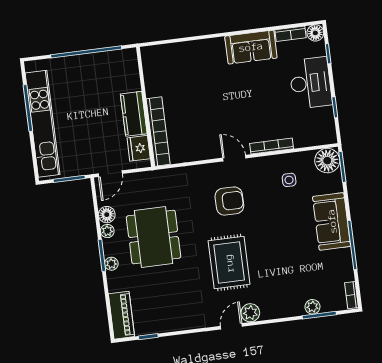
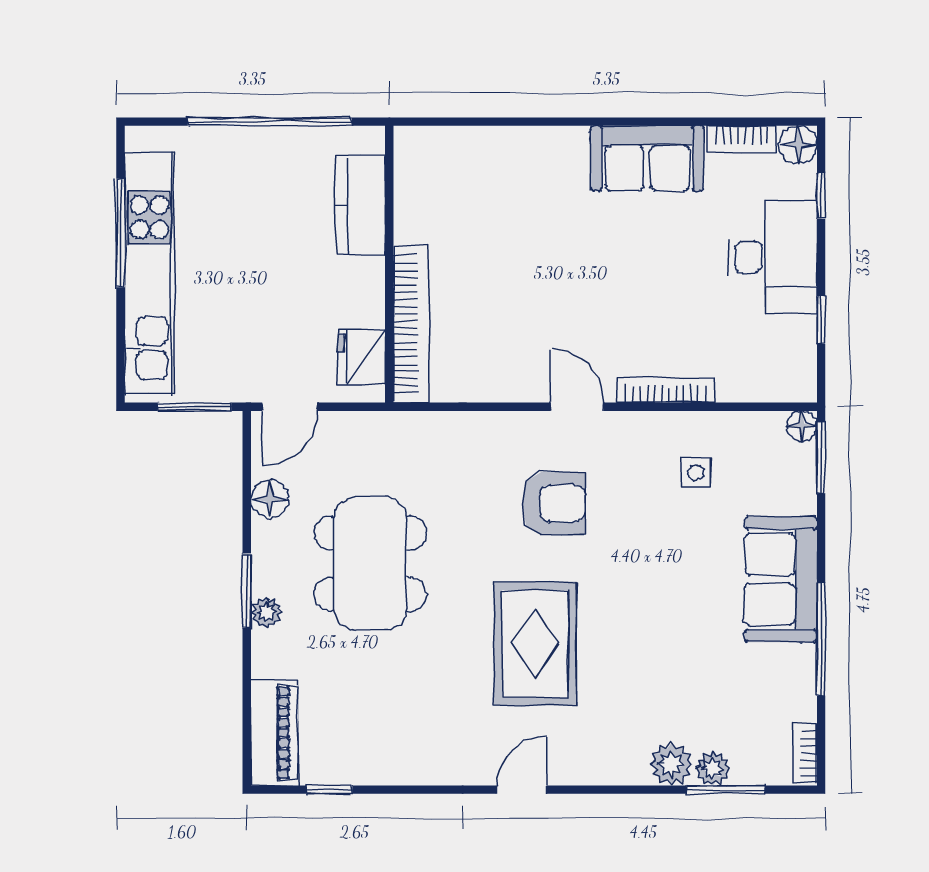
kitchen counter: (134, 114) -> (361, 205), moved
floor lamp: (327, 161) -> (802, 426), width x0.53, depth x0.53
plant: (107, 231) -> (266, 537), removed
plant: (250, 313) -> (671, 764), moved

